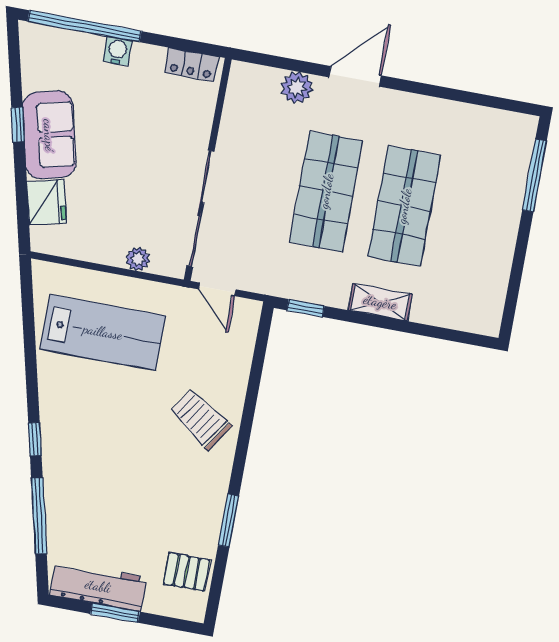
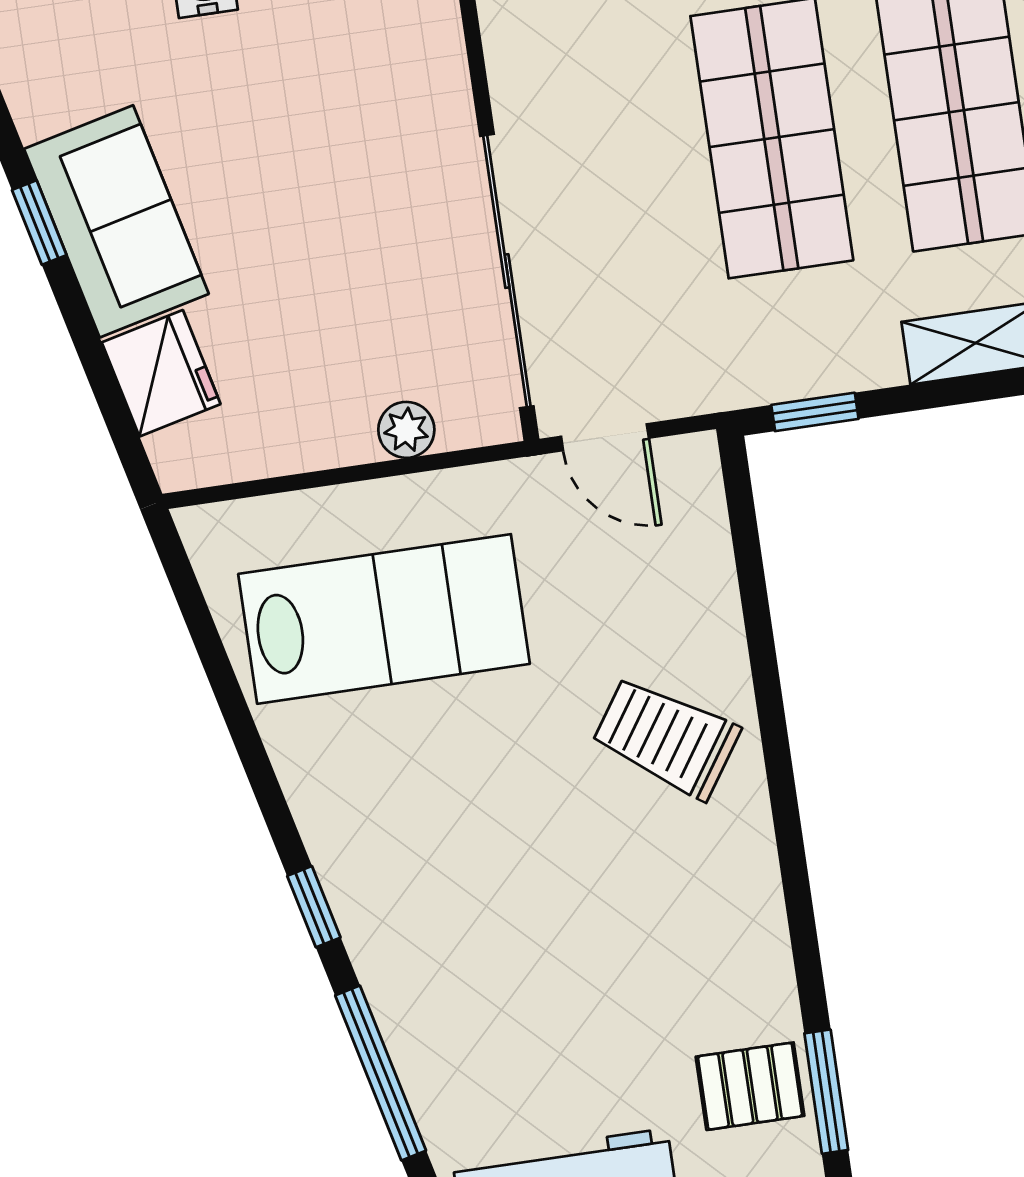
window: (228, 521) -> (826, 1092), moved

